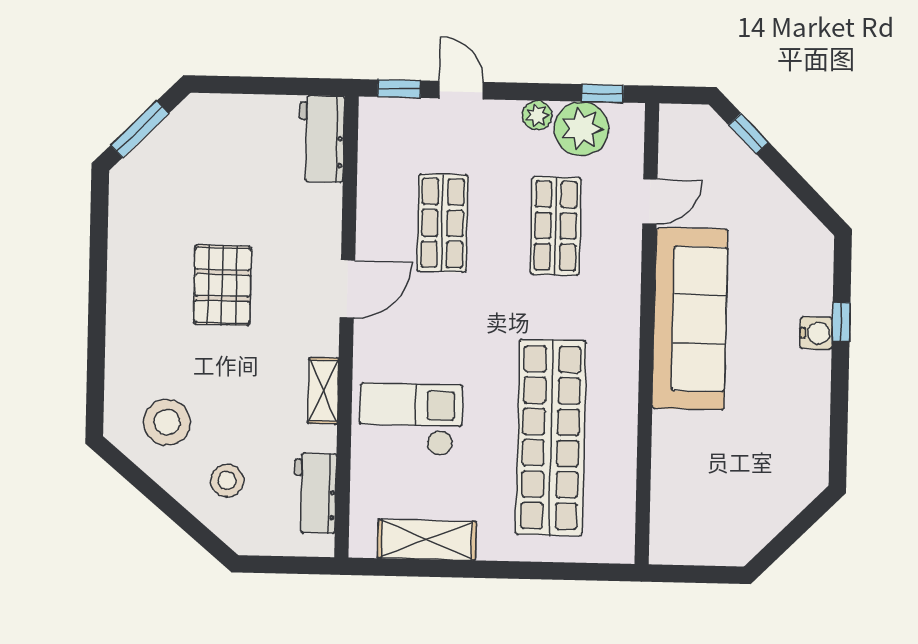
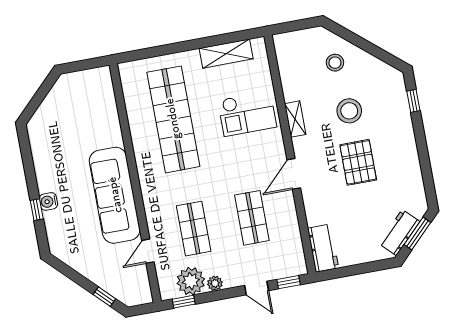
window: (95, 378) -> (413, 101), added
stool: (167, 422) -> (349, 111), moved
workbench: (315, 493) -> (399, 233), moved, turned -135

